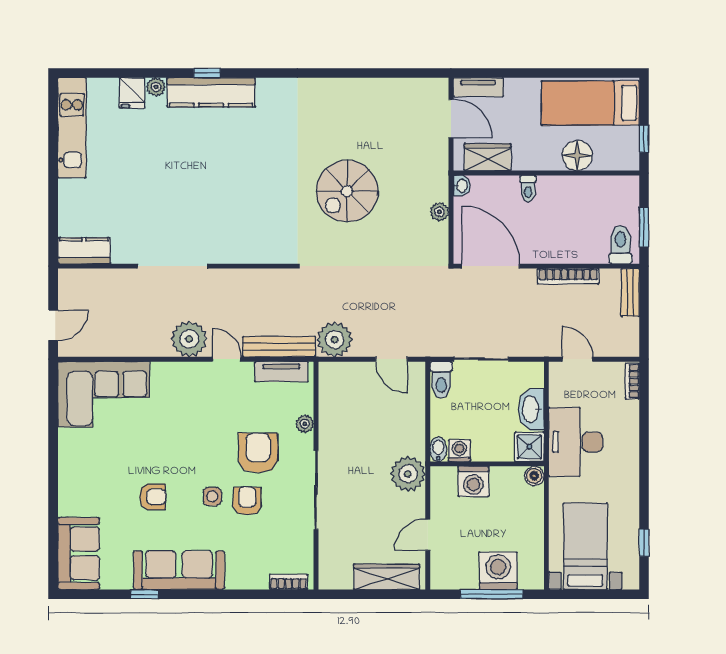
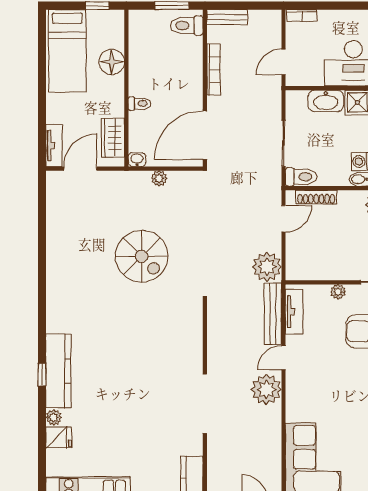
shoe rack: (417, 398) -> (316, 197), added

